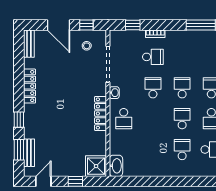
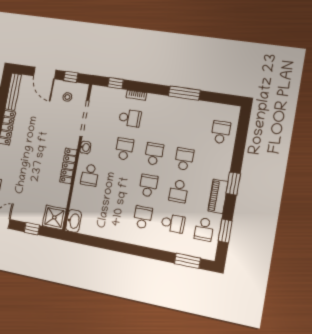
bench: (29, 44) -> (13, 92), width x1.36

